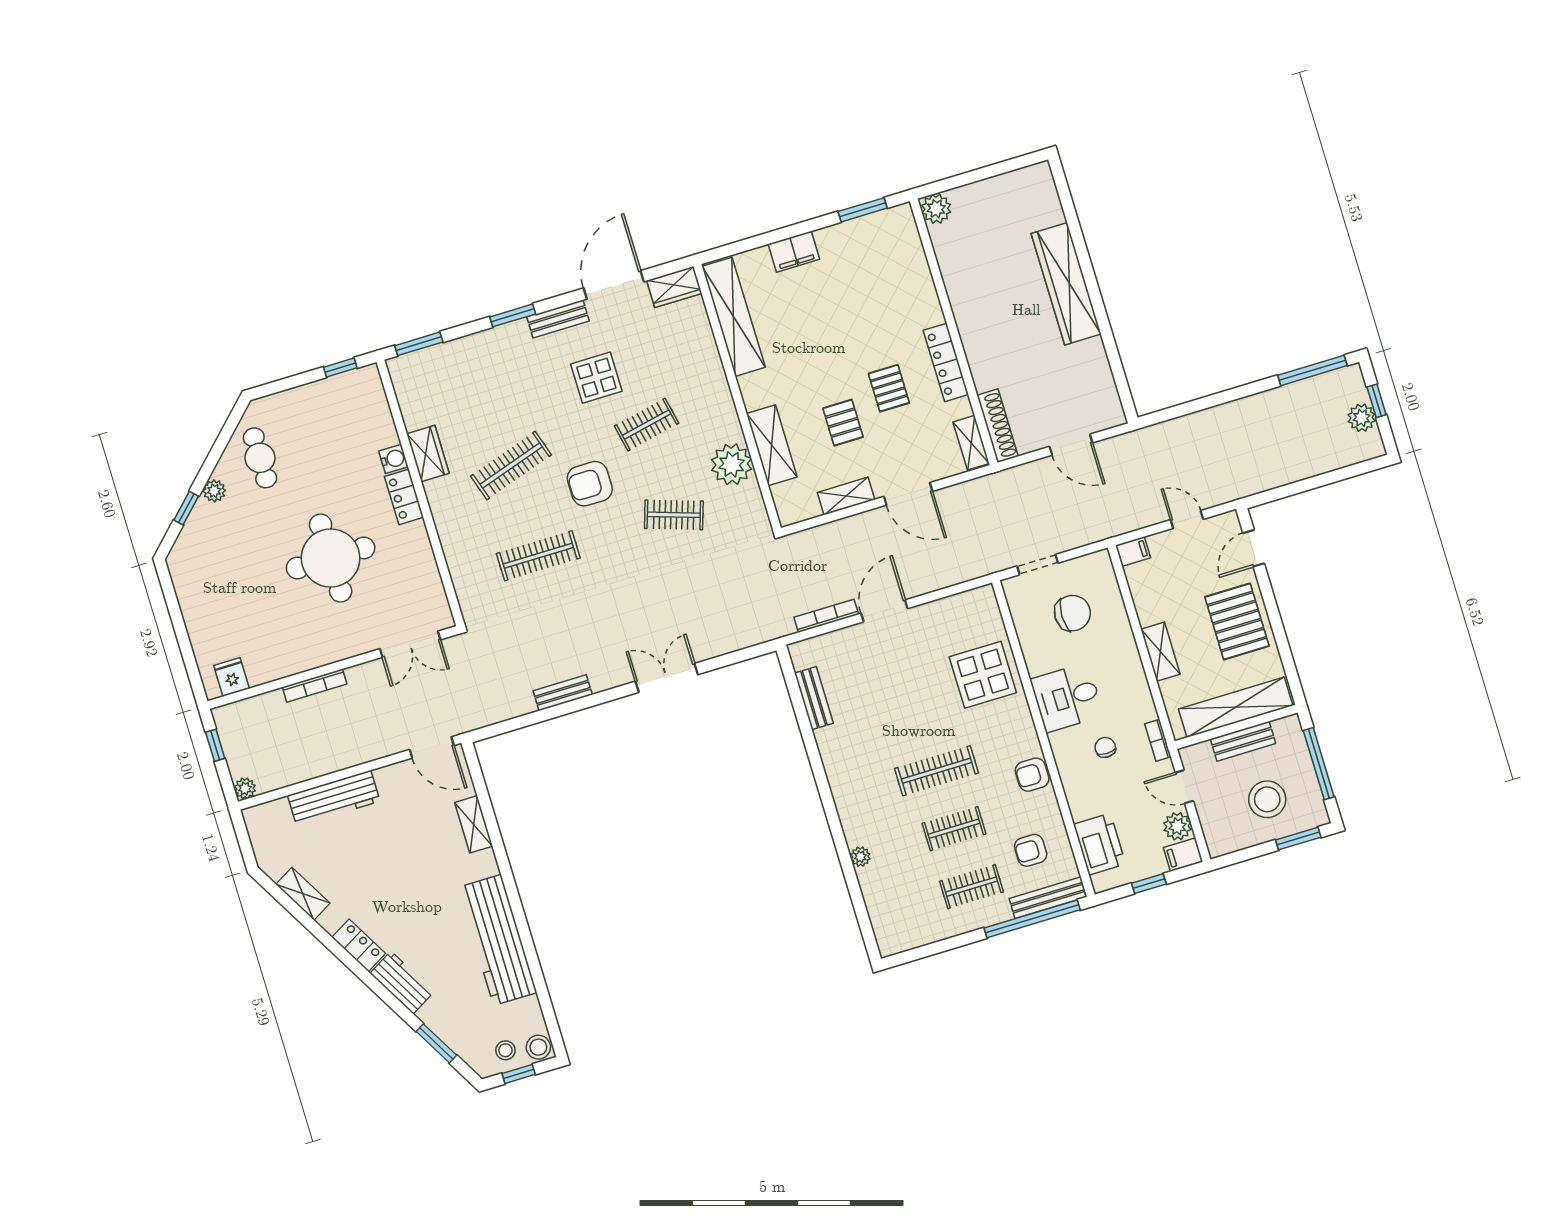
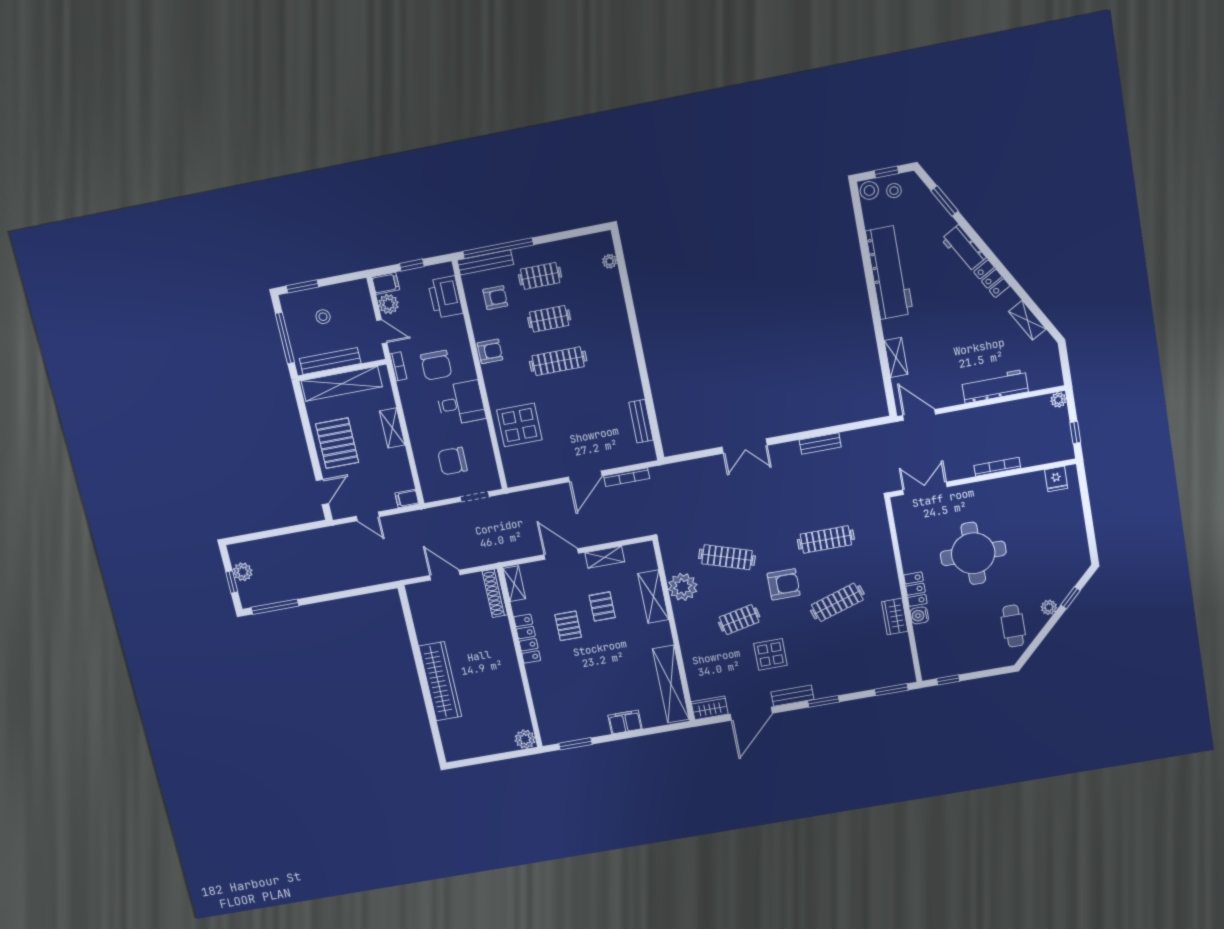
clothes rail: (674, 515) -> (727, 557), width x1.36
bench: (1243, 741) -> (330, 361), width x1.36
chair: (1105, 747) -> (436, 365), width x1.87, depth x1.87
stool: (1267, 799) -> (323, 317), width x0.53, depth x0.53
plant: (860, 857) -> (610, 261), moved

